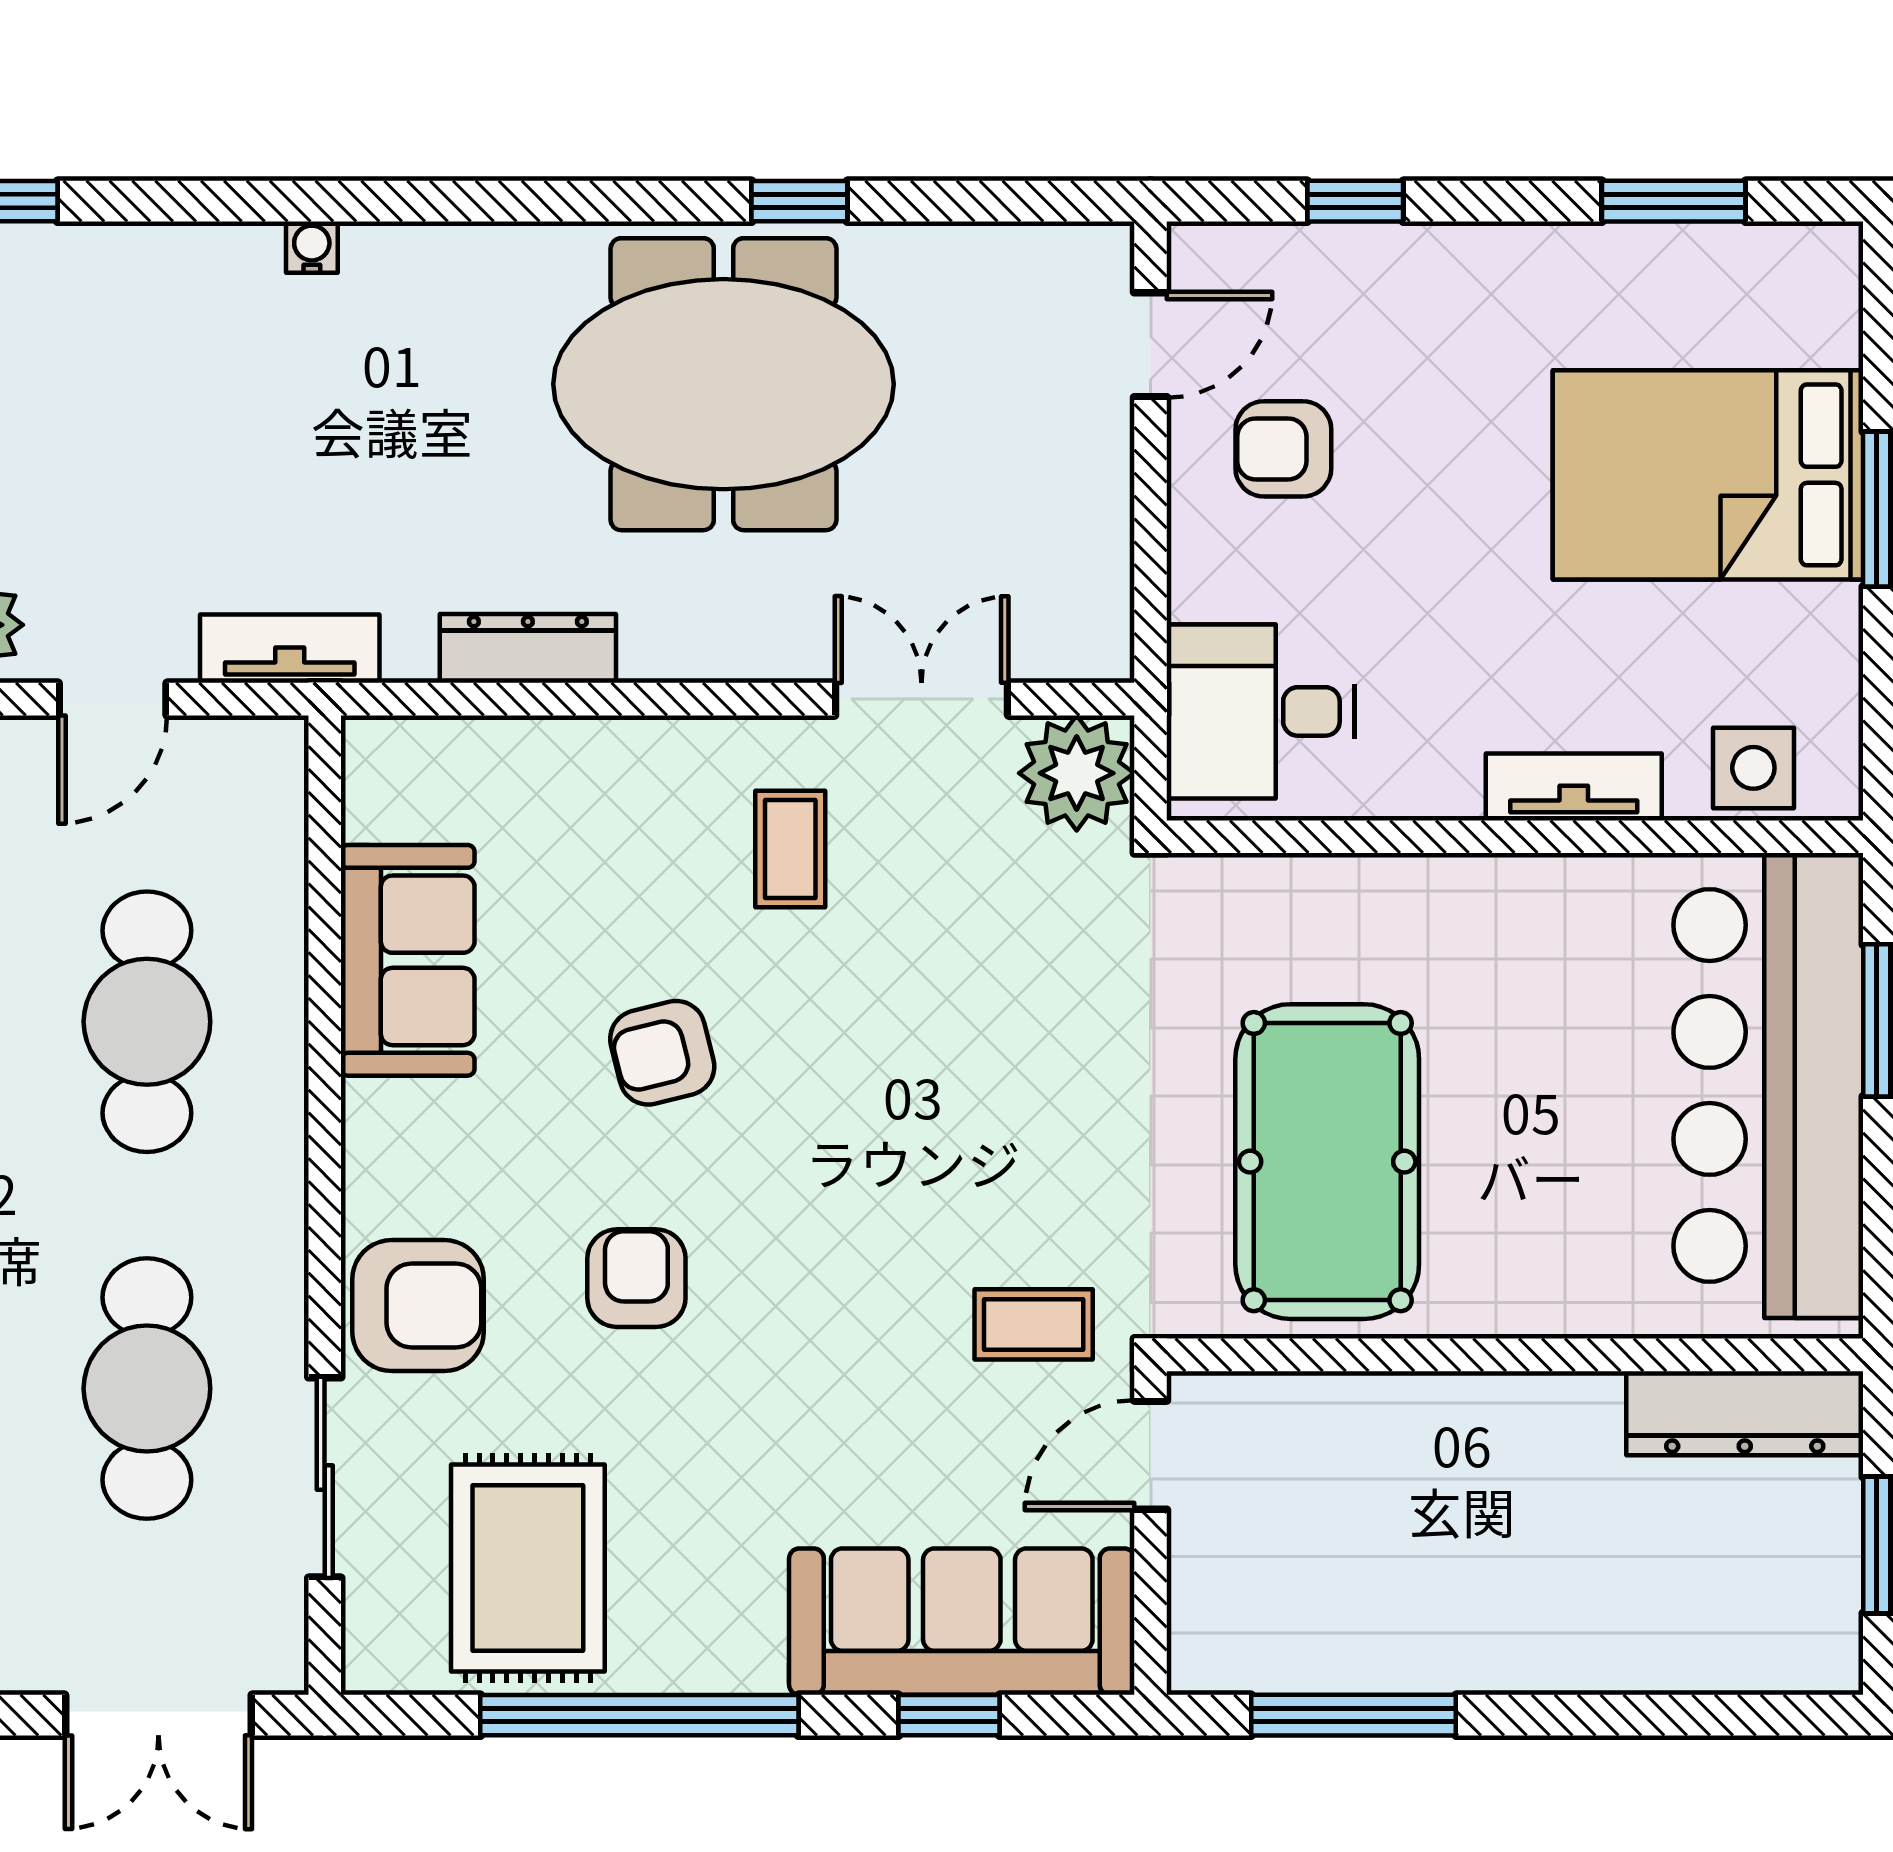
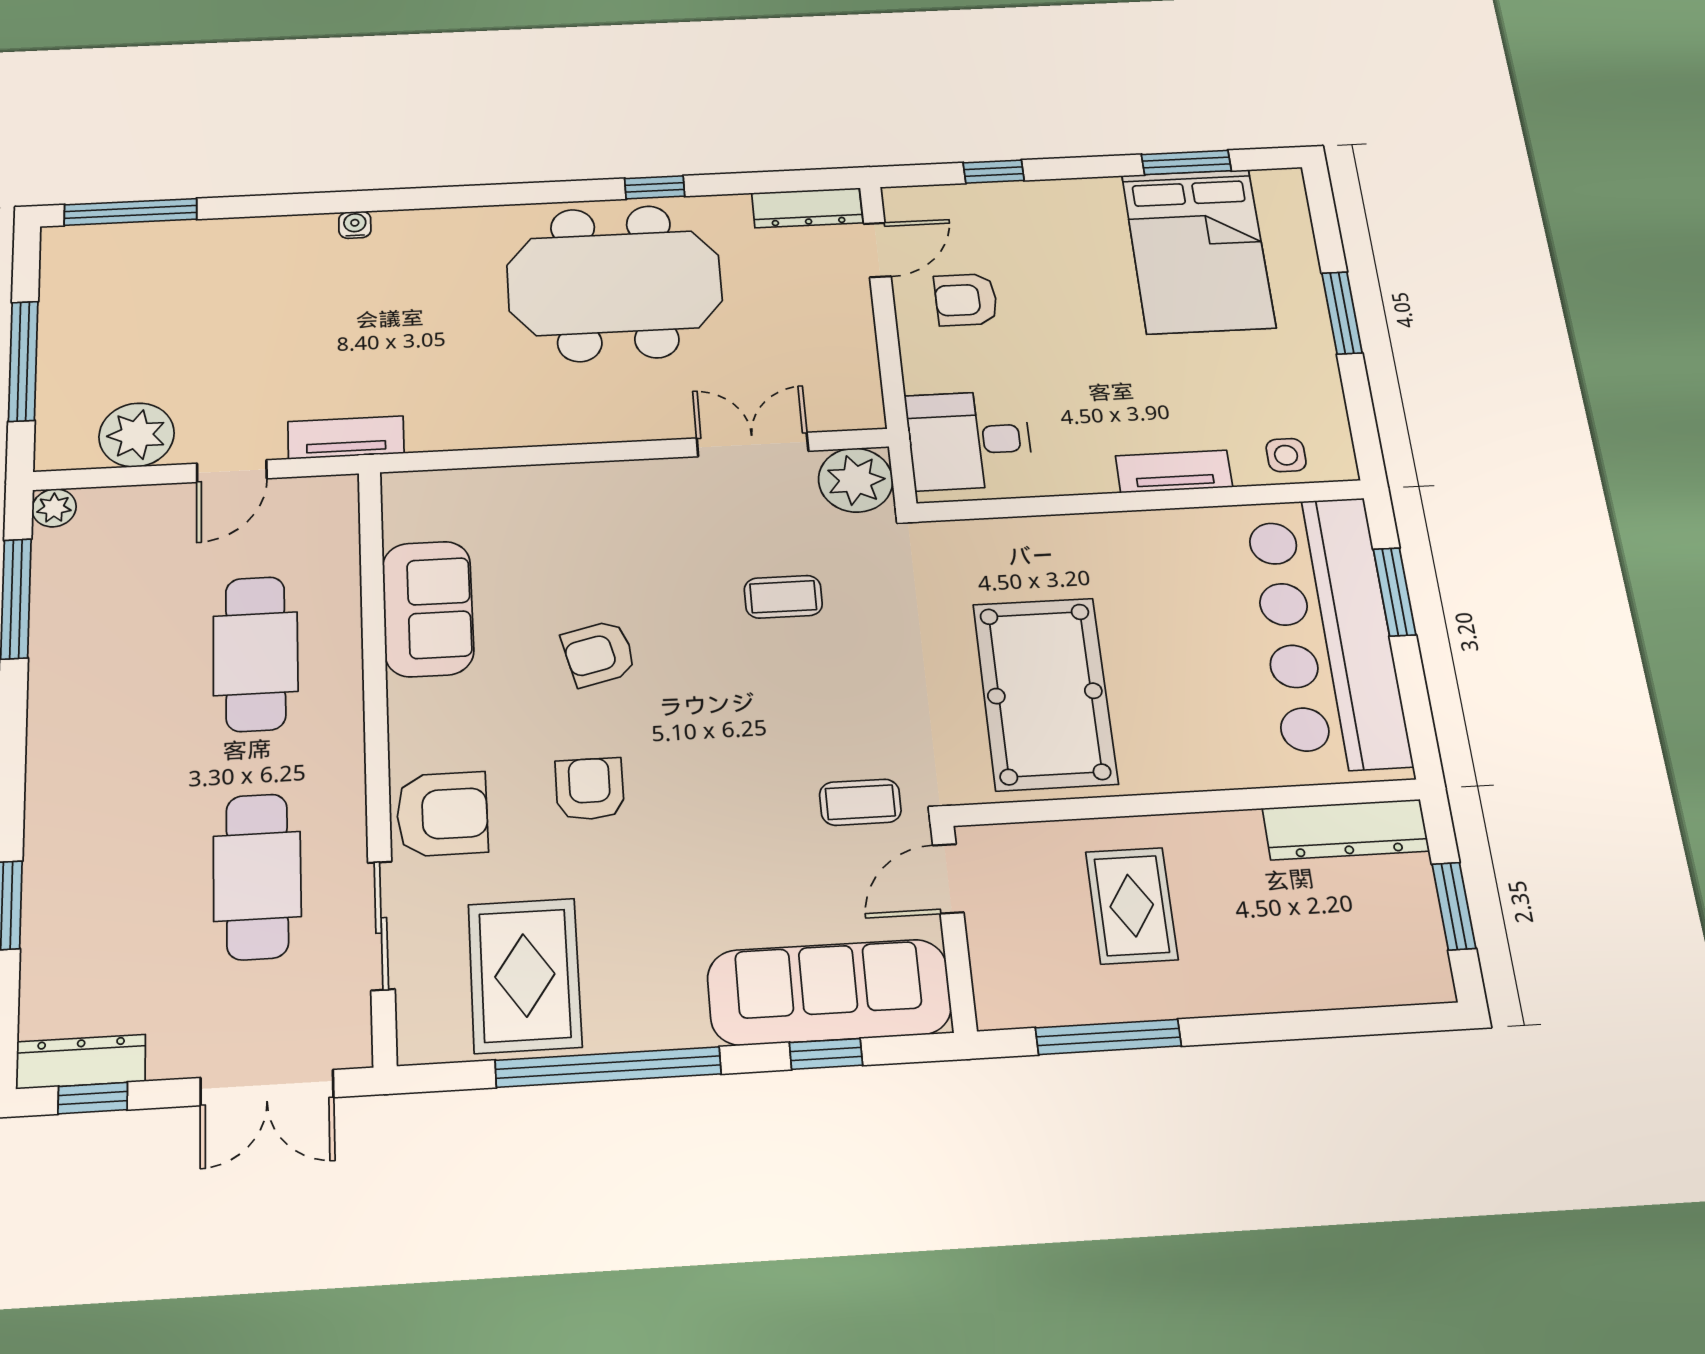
bed: (1708, 475) -> (1198, 251), moved, turned -90
dresser: (528, 648) -> (807, 208), moved, turned 180
side table: (1753, 768) -> (1286, 455), width x0.73, depth x0.73
coffee table: (790, 849) -> (783, 597), moved, turned 90
rug: (1413, 1515) -> (1132, 906), added

